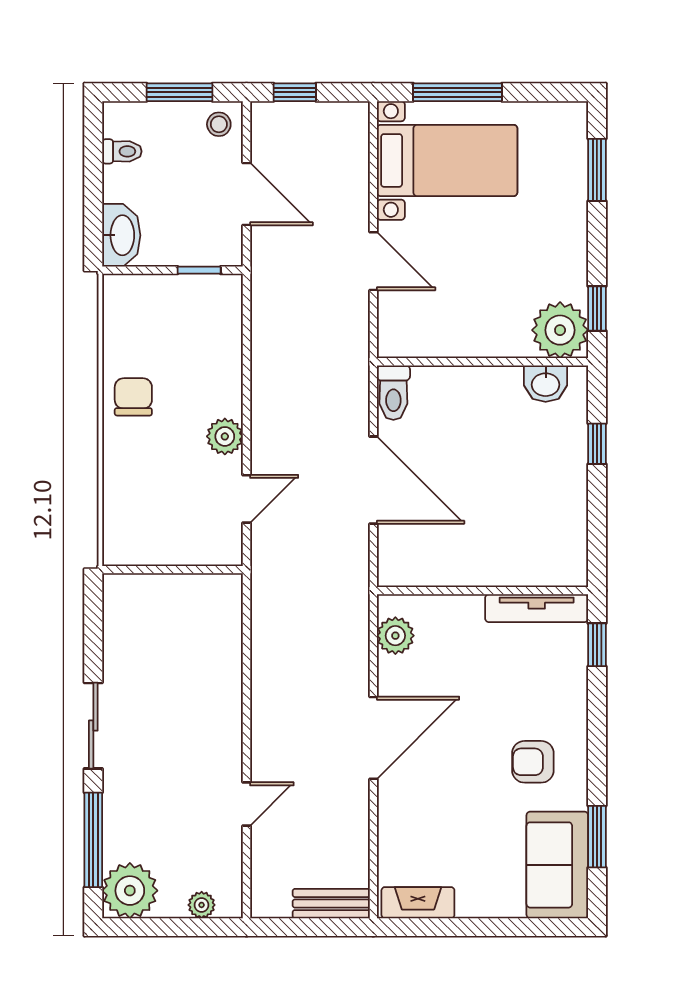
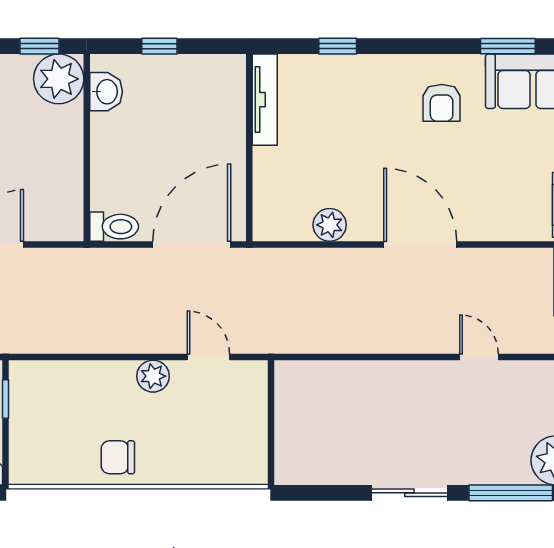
wall: (482, 591) -> (249, 148), moved
tv unit: (537, 608) -> (265, 100), moved

